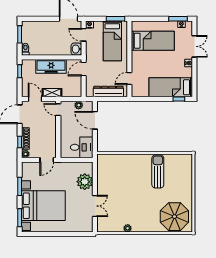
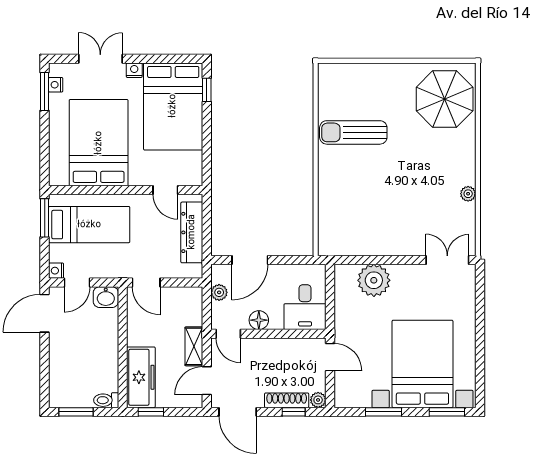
bed: (153, 41) -> (99, 143), width x1.50
freezer: (51, 66) -> (141, 377), moved
bed: (171, 87) -> (173, 106), width x1.50
door: (58, 110) -> (228, 334), hinge flipped
floor lamp: (65, 125) -> (259, 320), added
desk: (82, 147) -> (305, 307), moved, turned 180
double door: (95, 206) -> (447, 260), moved

